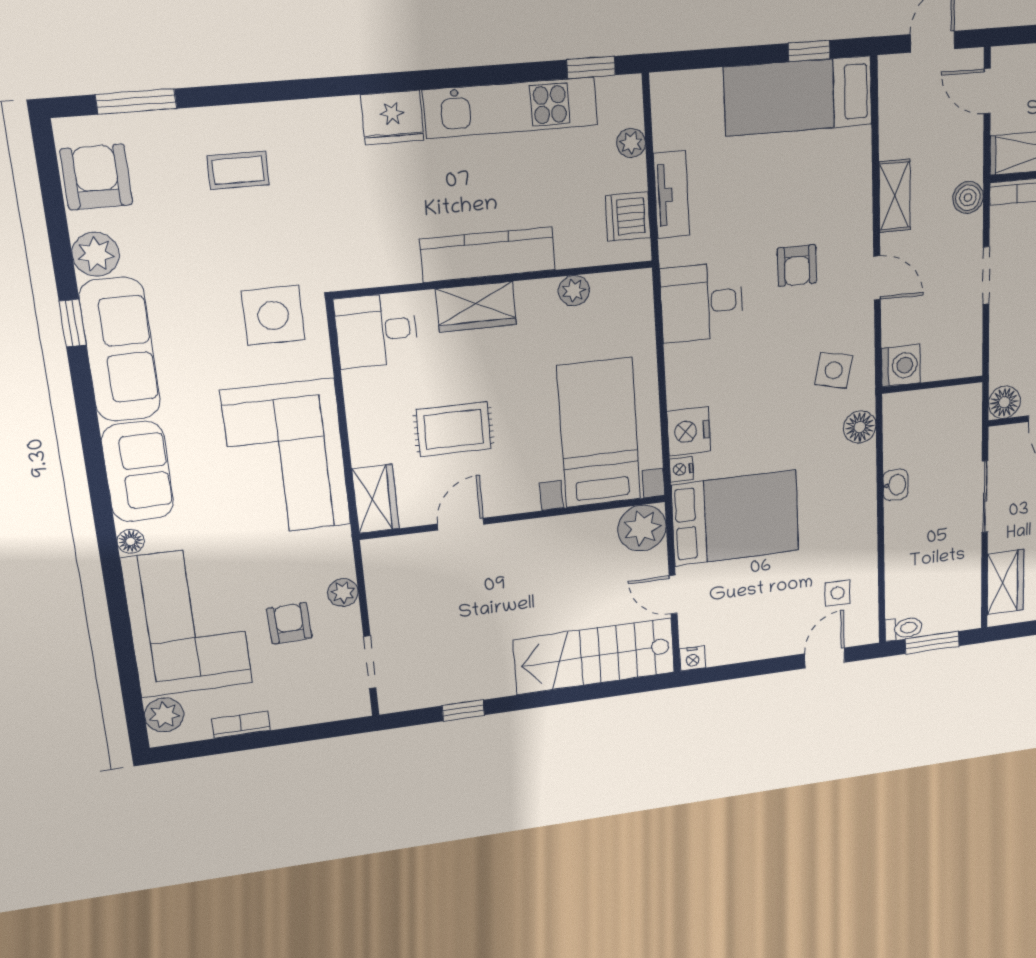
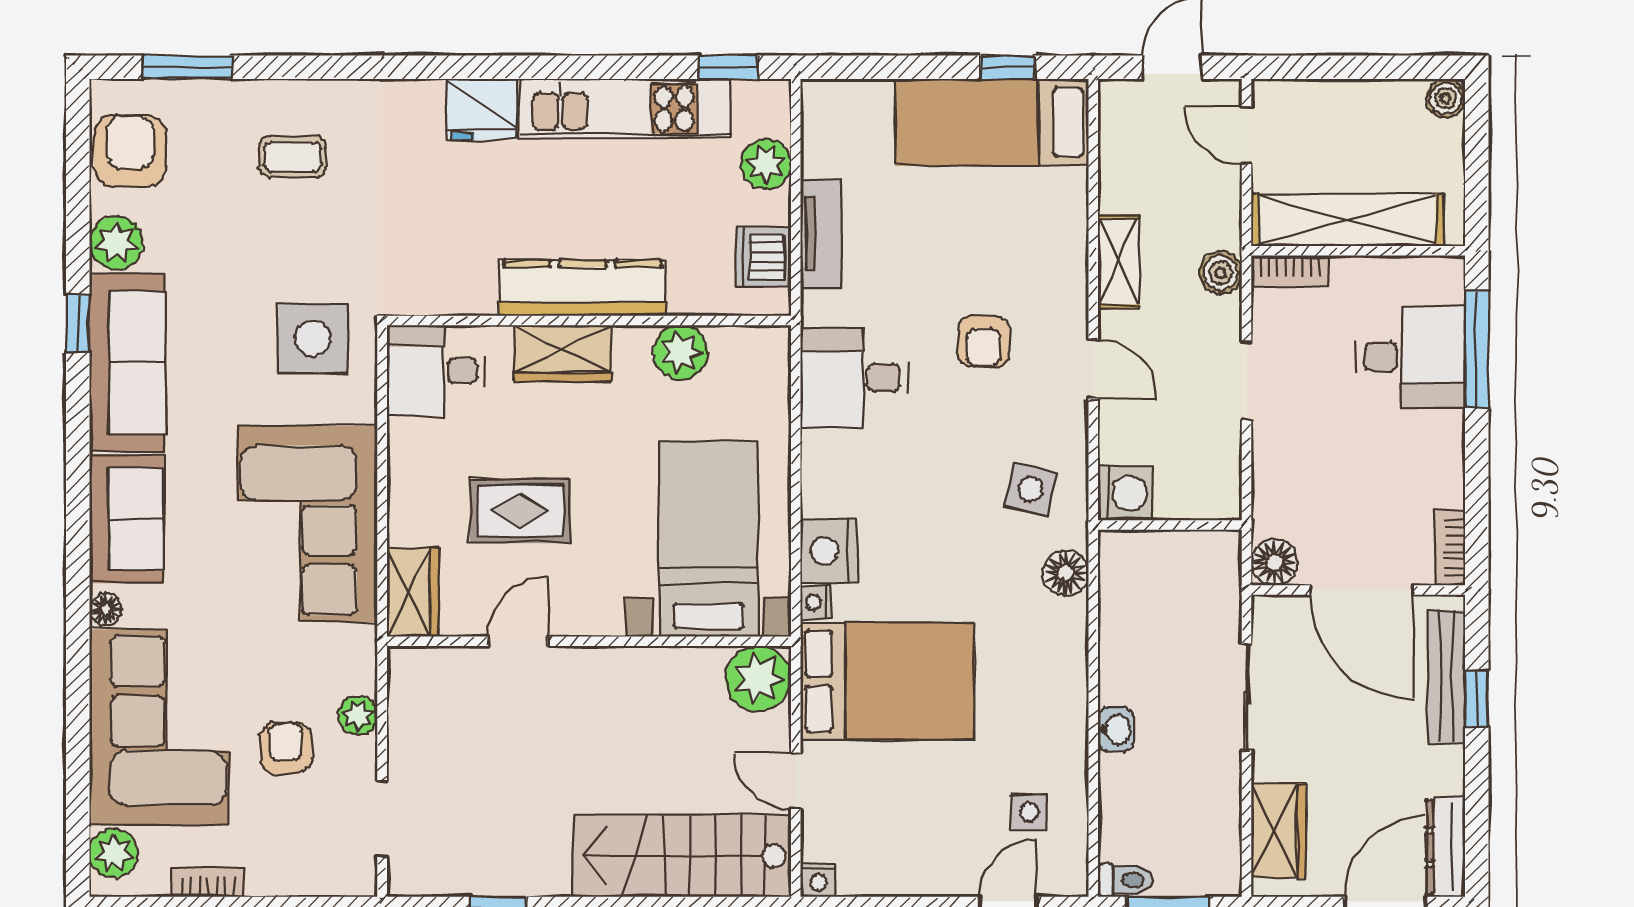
plant: (631, 143) -> (766, 164), width x1.38, depth x1.38
plant: (574, 290) -> (681, 352), width x1.38, depth x1.38
washbasin: (896, 485) -> (1116, 730), moved

